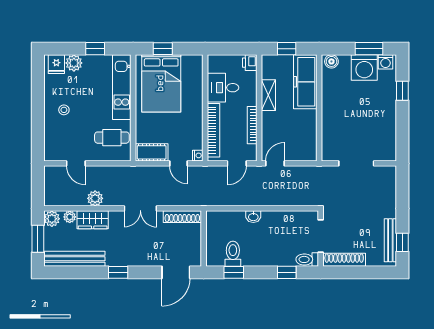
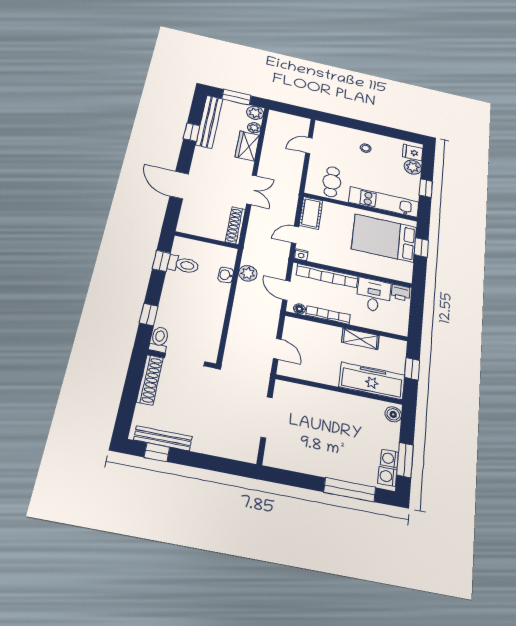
printer: (250, 63) -> (401, 293), moved, turned 180
washing machine: (364, 68) -> (389, 459), width x0.53, depth x0.53
window: (402, 91) -> (350, 490), width x2.17
floor lamp: (252, 150) -> (300, 309), added
door: (275, 163) -> (277, 349), moved
plant: (95, 198) -> (248, 273), moved
double door: (140, 208) -> (252, 190), swing flipped
washbasin: (253, 217) -> (226, 275), moved
window: (118, 272) -> (192, 132), moved
door: (176, 272) -> (179, 185), moved

